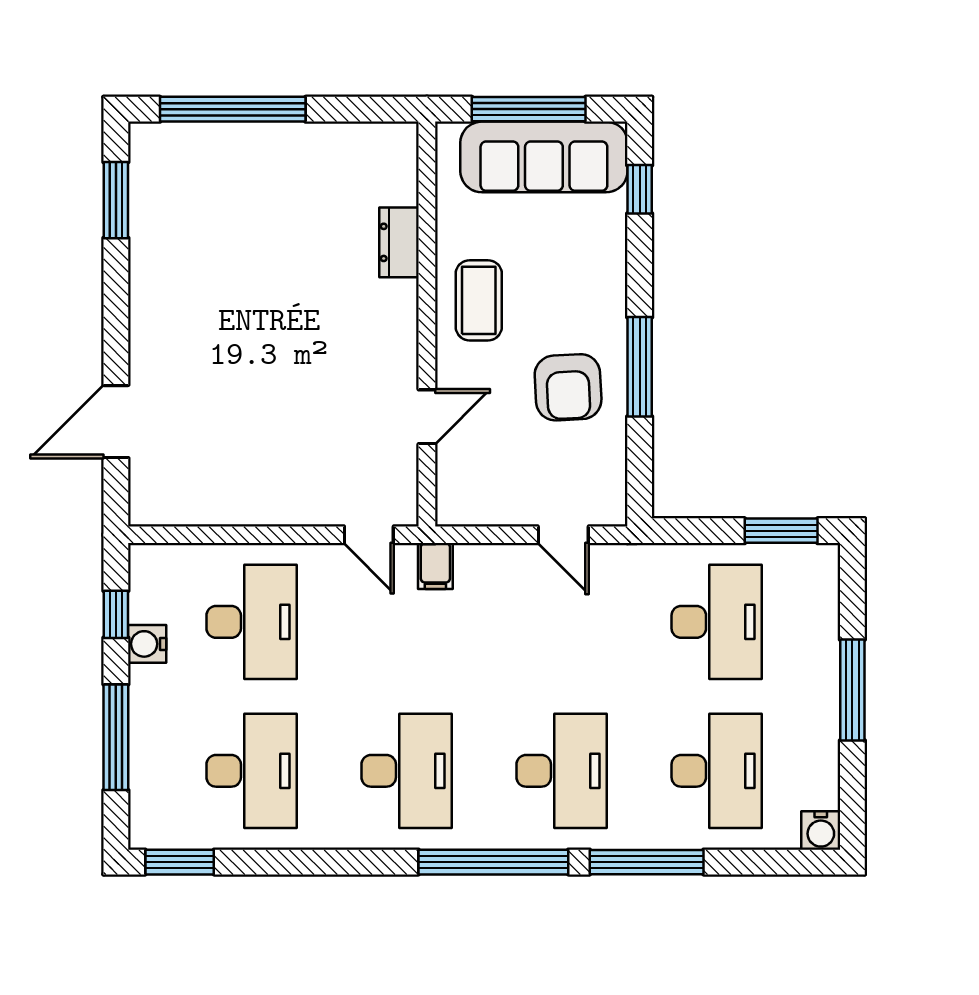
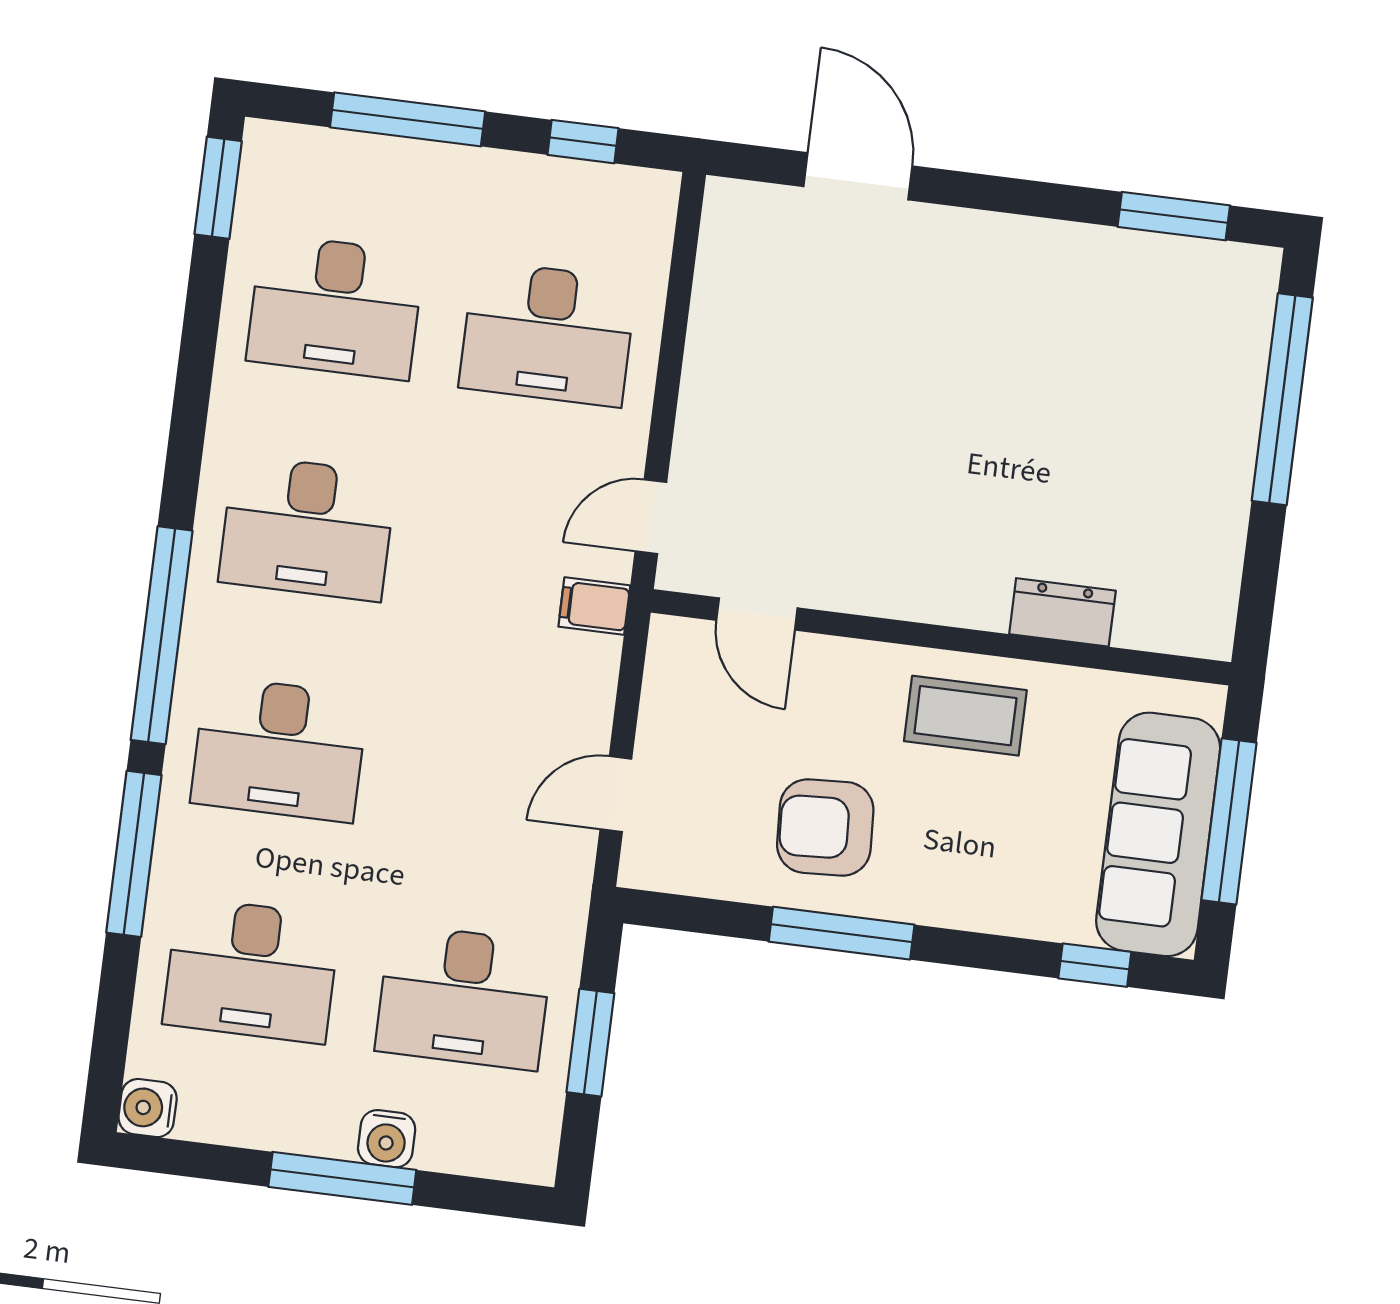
door: (427, 417) -> (757, 614), moved
window: (781, 531) -> (590, 1043), moved
water cooler: (147, 644) -> (387, 1139), moved, turned 180

